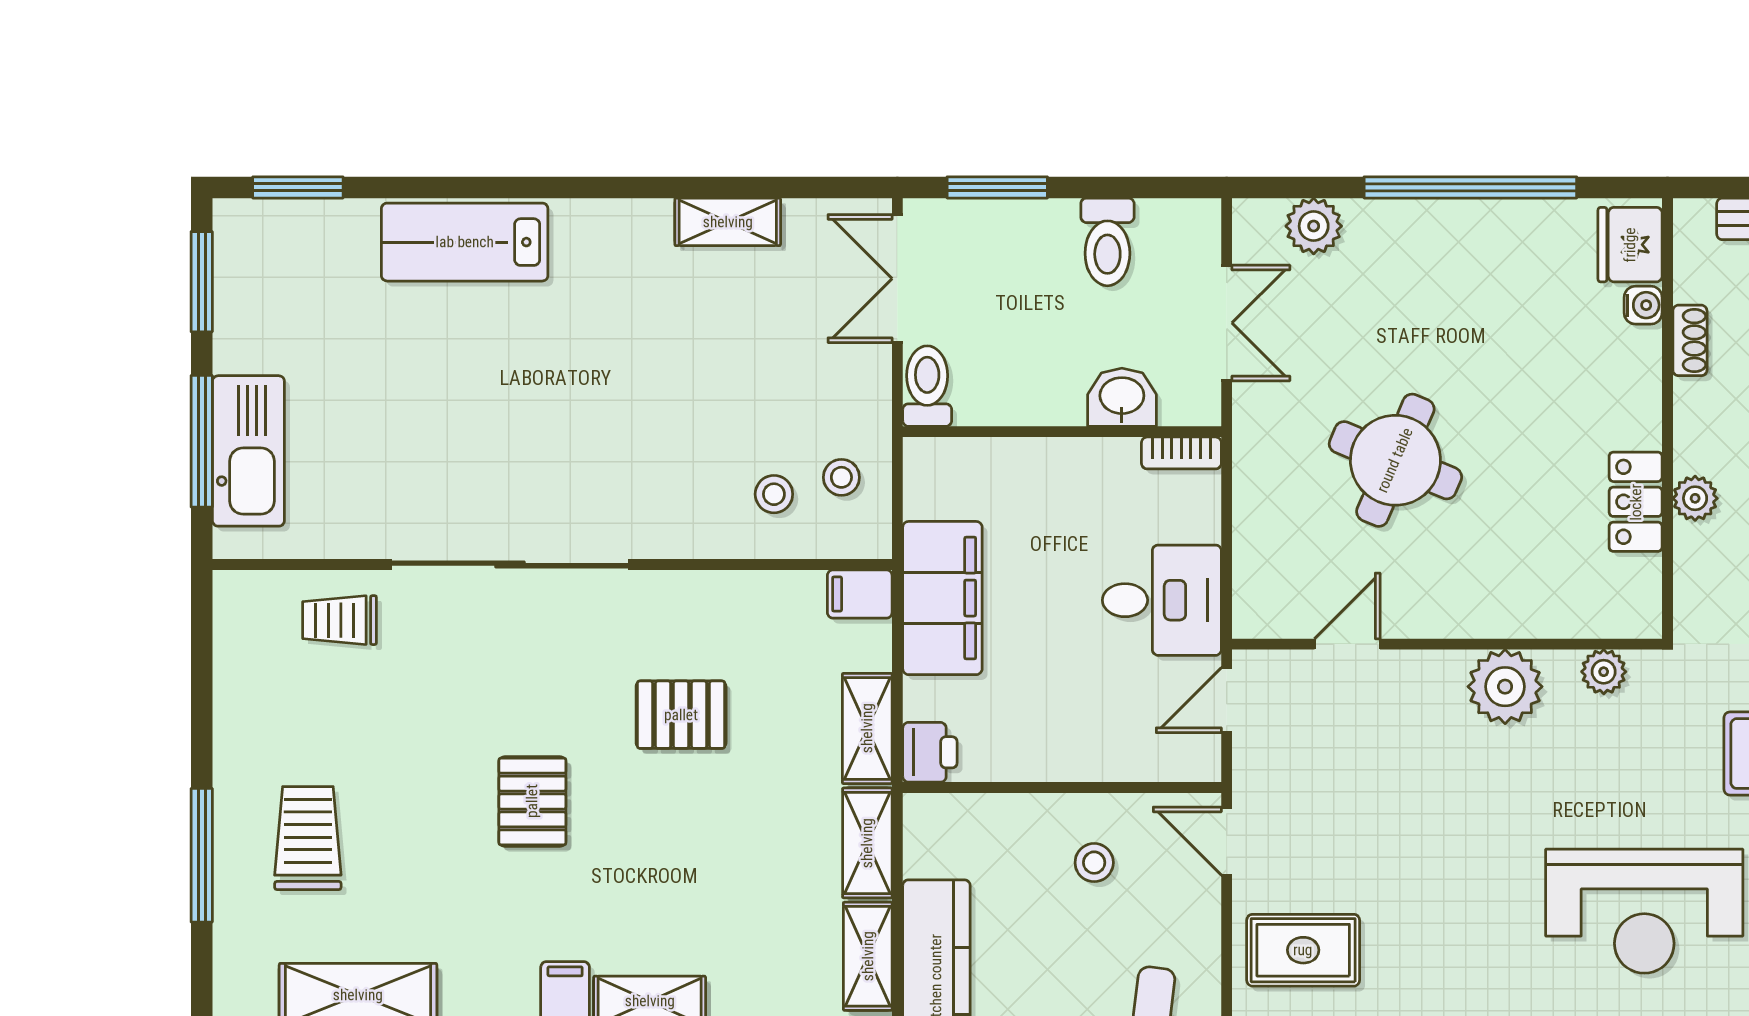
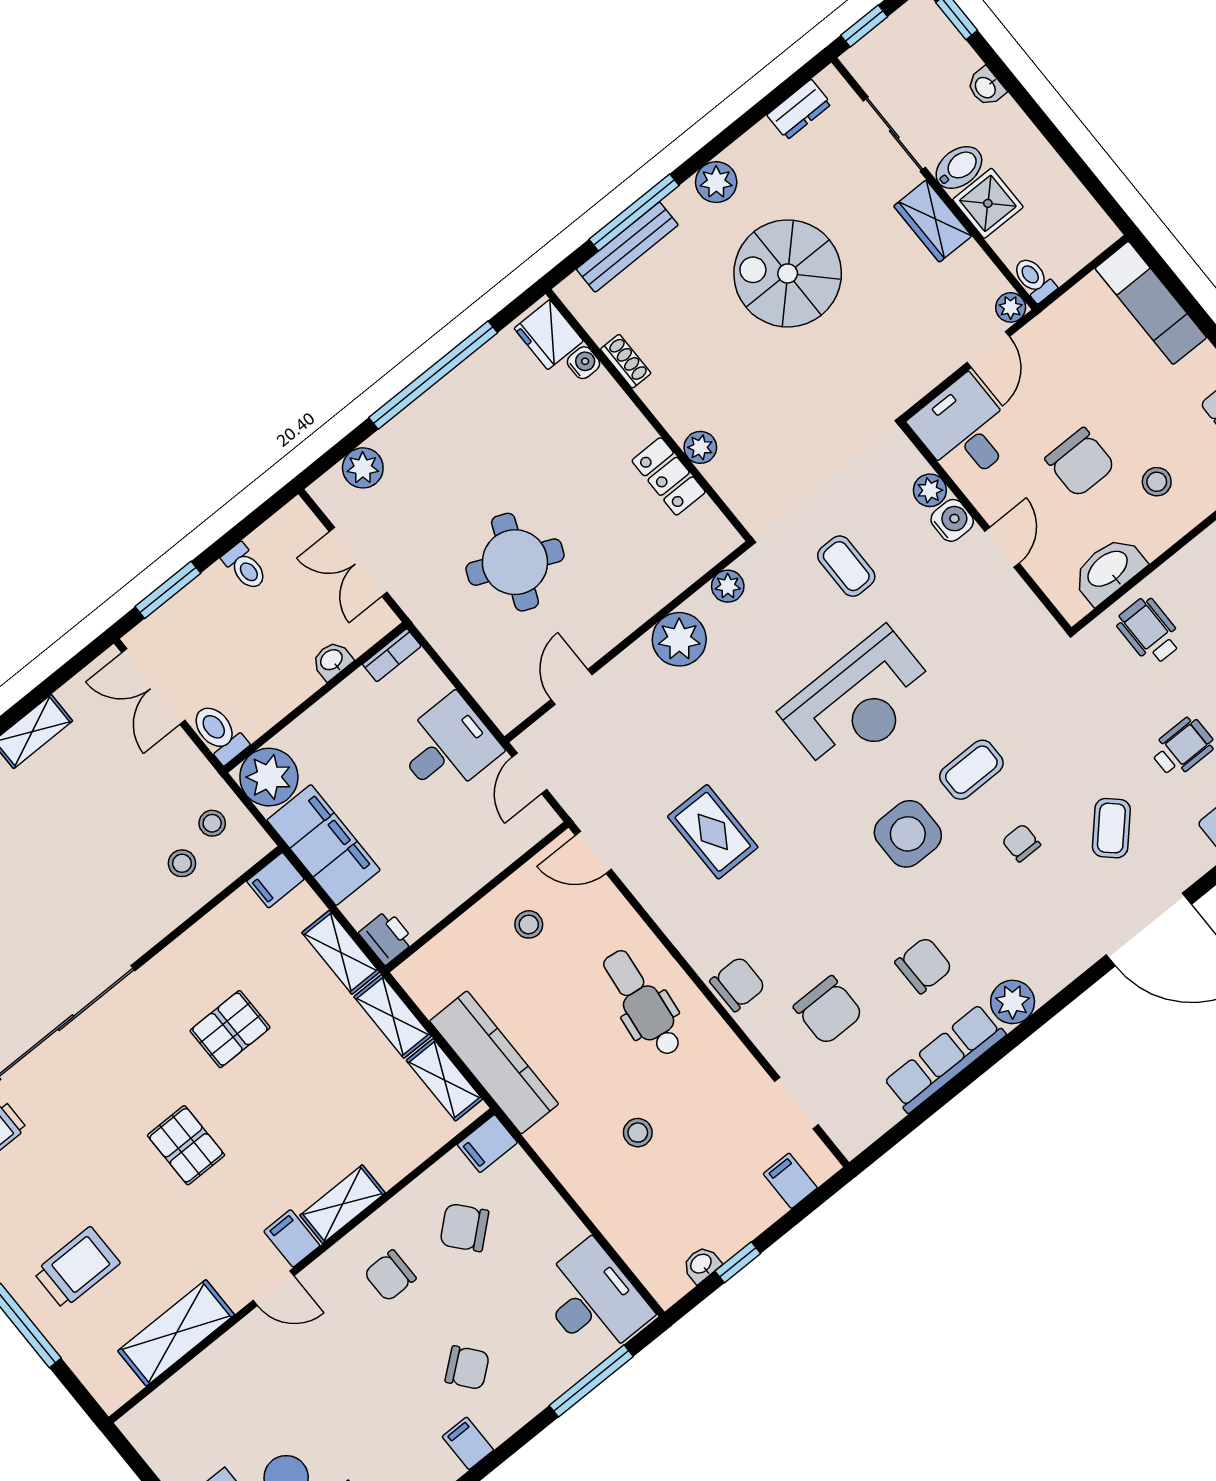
toilet: (1107, 242) -> (245, 567), width x0.73, depth x0.72
double door: (1227, 323) -> (358, 562), swing flipped
washbasin: (1122, 397) -> (332, 660), width x0.72, depth x0.69
plant: (943, 477) -> (269, 777), added
trolley: (308, 838) -> (77, 1268), turned 90
rug: (1303, 950) -> (713, 832), moved, turned 90

